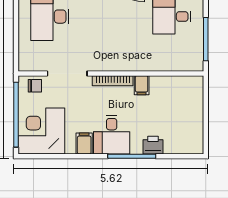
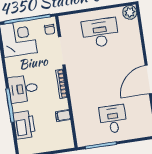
filing cabinet: (142, 85) -> (63, 116), moved
filing cabinet: (84, 144) -> (14, 70), removed
printer: (153, 145) -> (24, 125), width x1.87, depth x1.48

